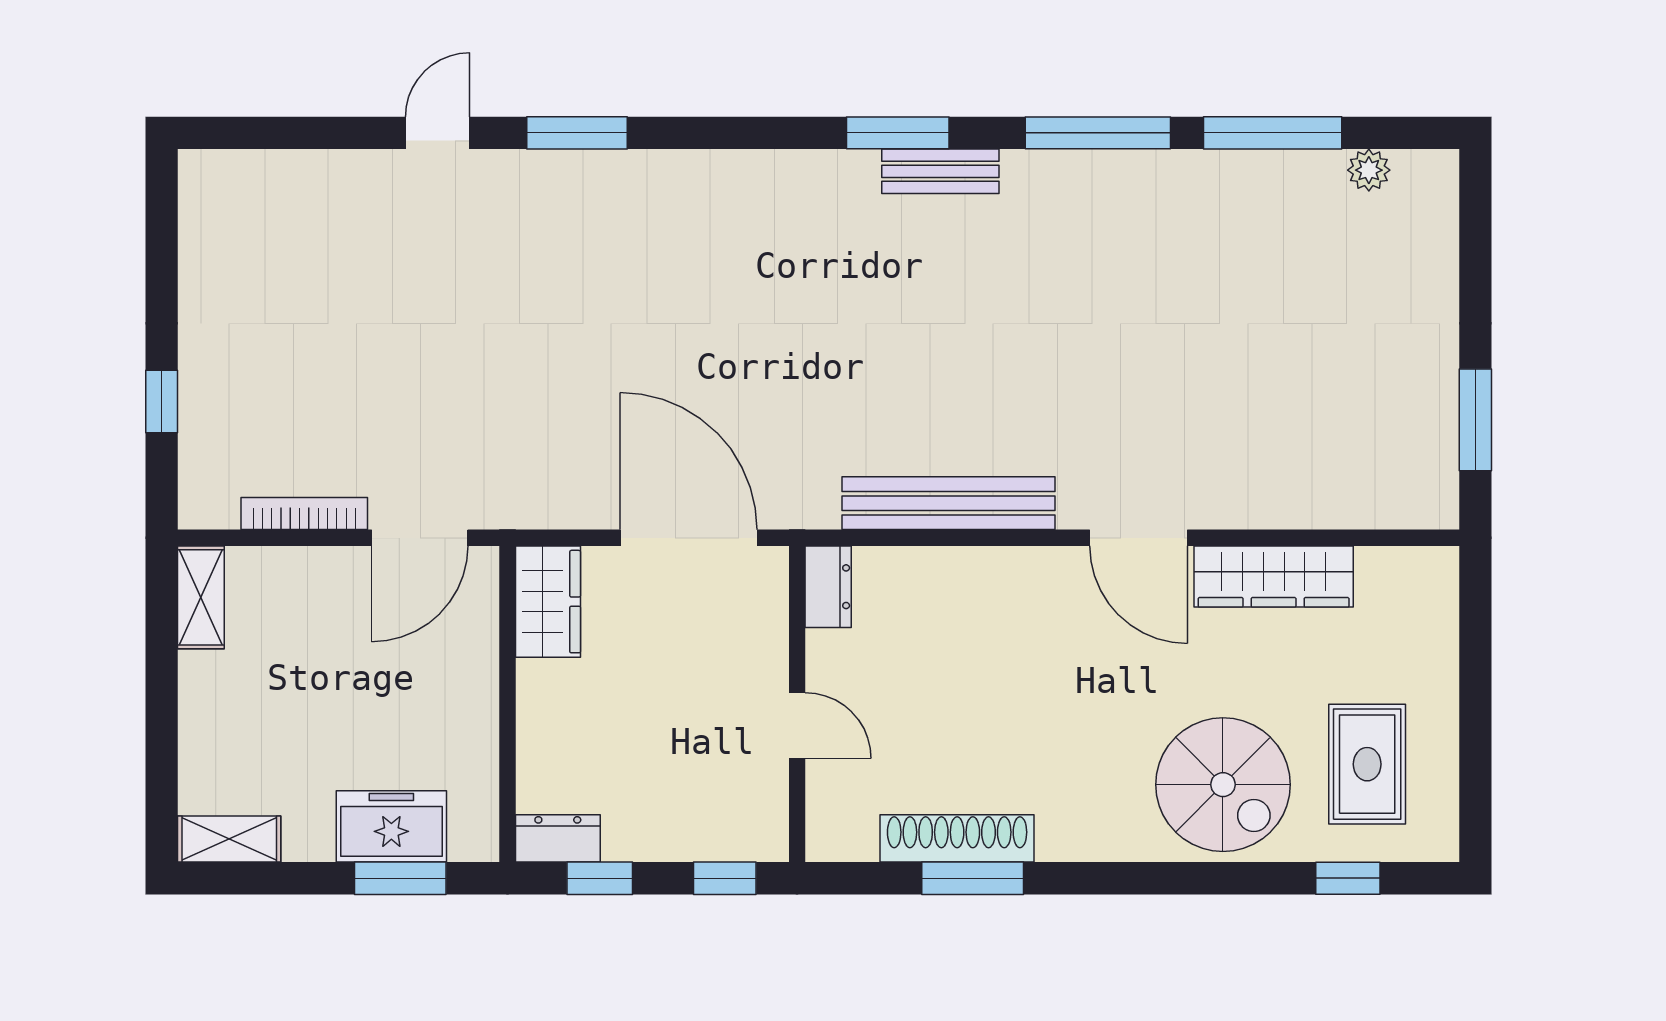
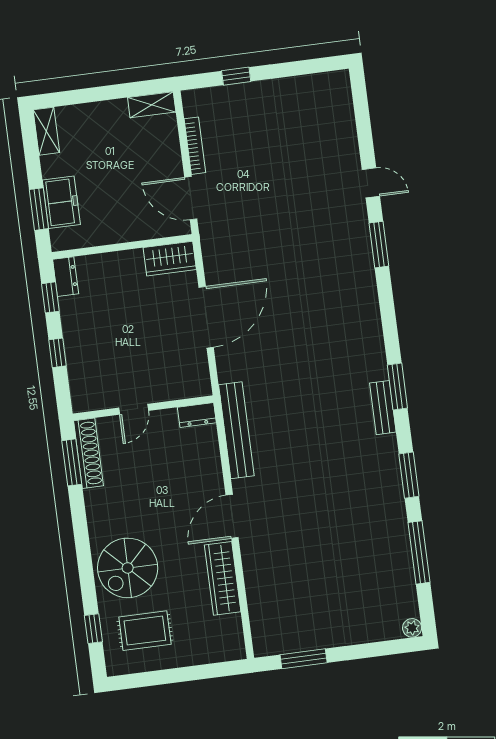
window: (1098, 133) -> (409, 475), width x0.69
plant: (1369, 170) -> (412, 628), moved
dresser: (828, 587) -> (197, 415), moved
wall: (797, 704) -> (143, 408), moved
door: (797, 725) -> (134, 409), moved

